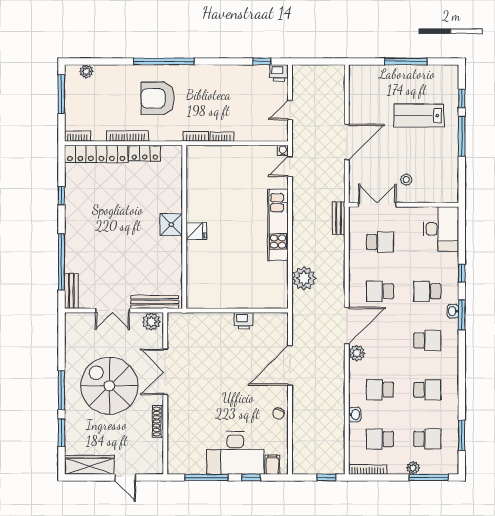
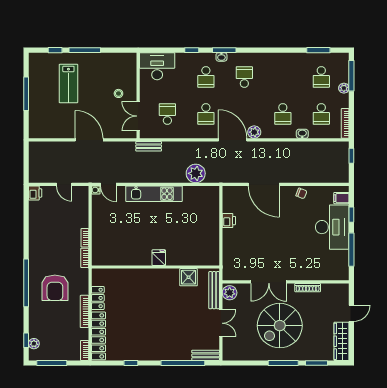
window: (262, 61) -> (26, 340), moved
shower: (171, 225) -> (189, 277), moved
school desk: (427, 390) -> (283, 77), removed
school desk: (427, 439) -> (321, 77), turned 180

